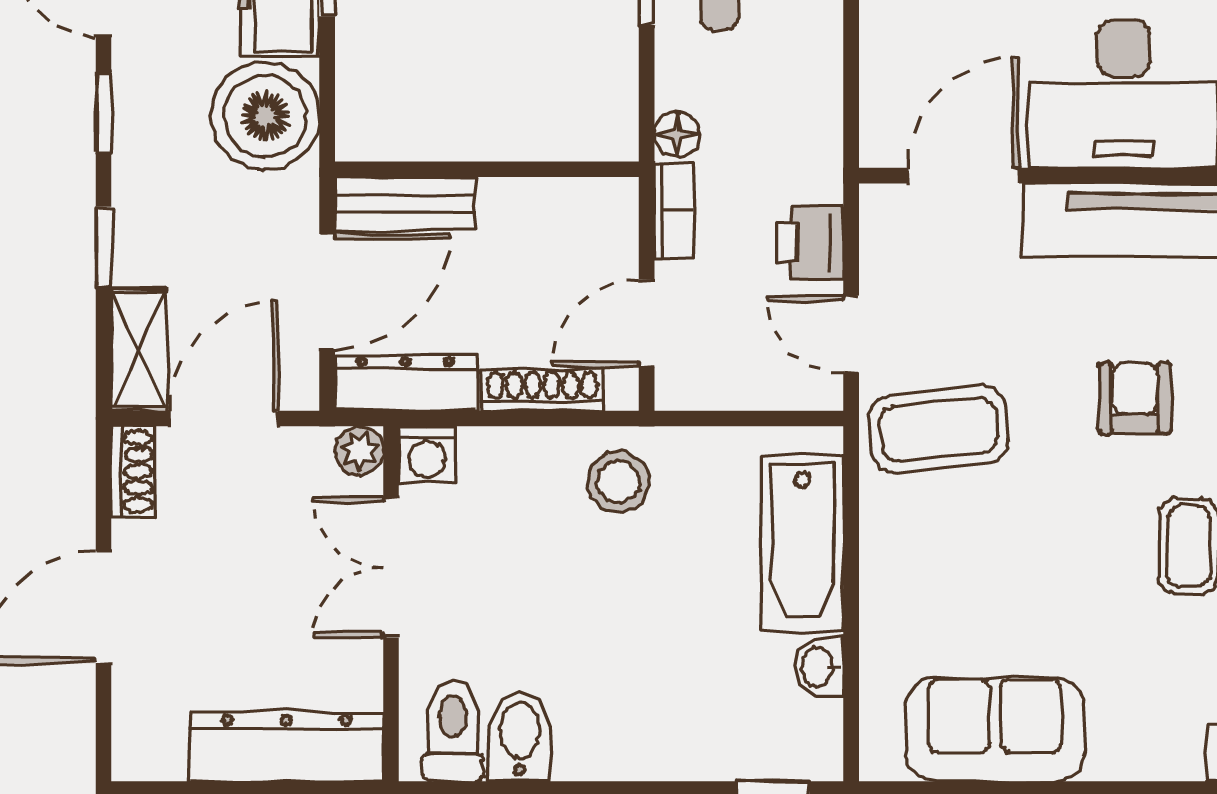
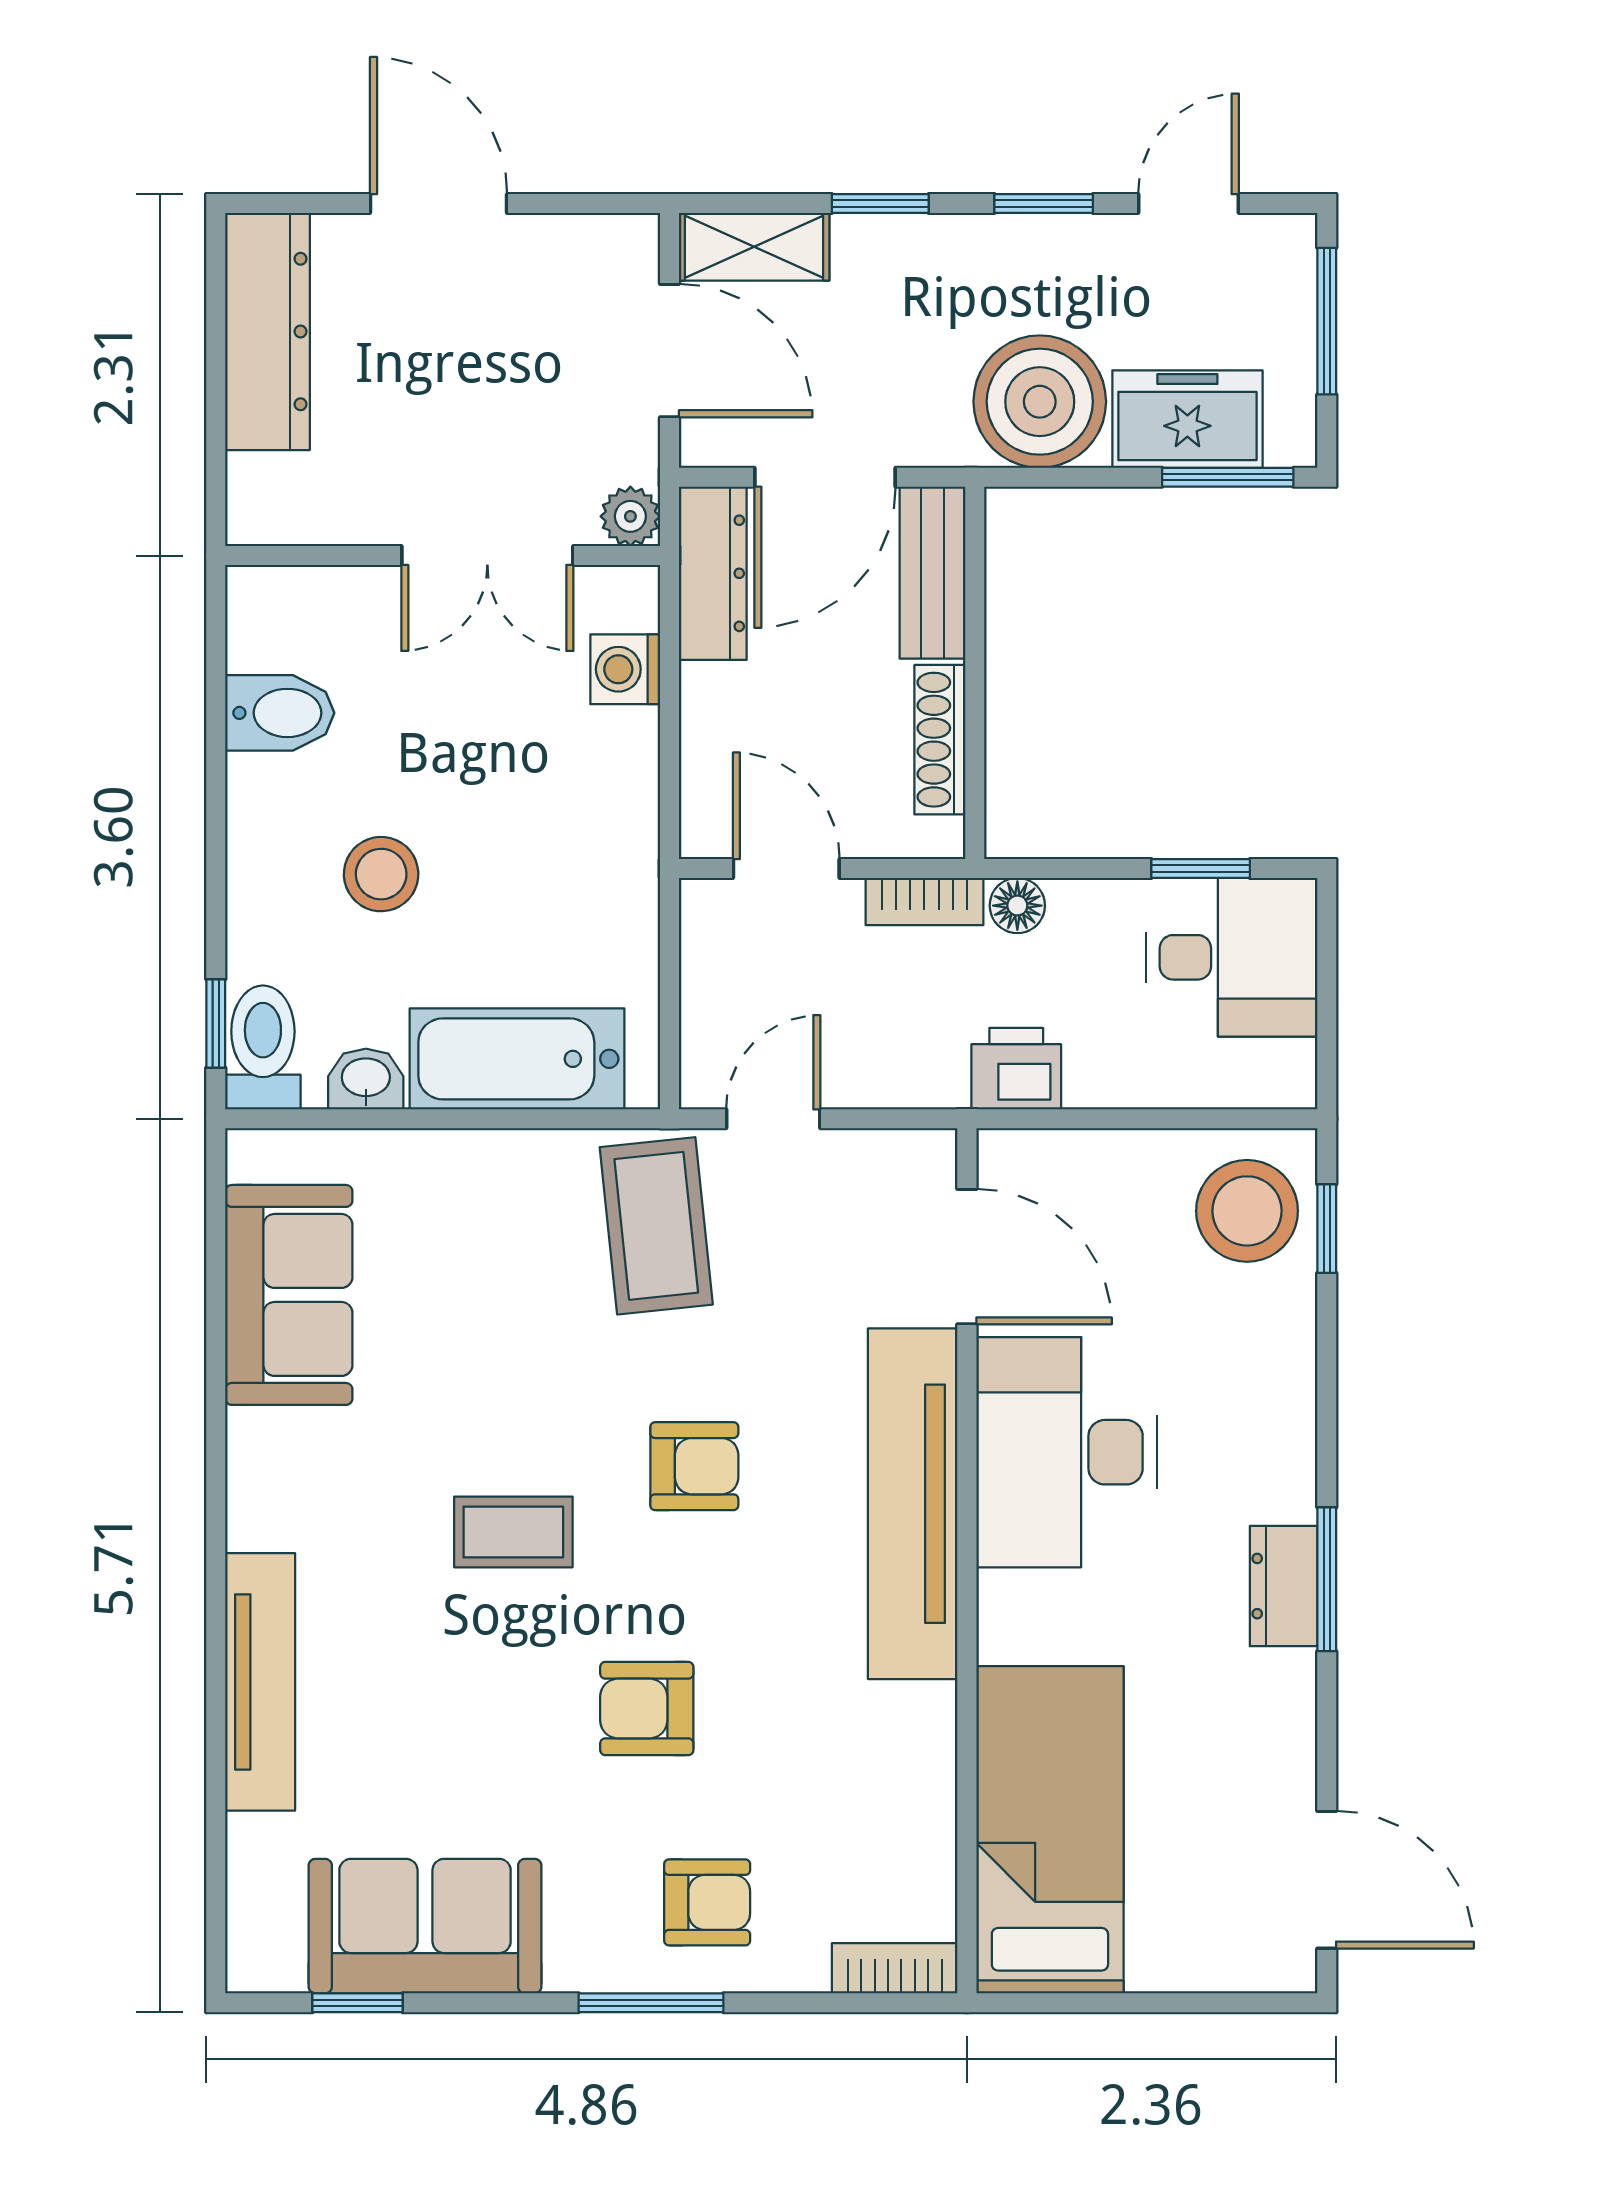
printer: (810, 243) -> (1016, 1069), moved
door: (327, 292) -> (825, 477), hinge flipped
shoe rack: (542, 390) -> (940, 740), moved, turned 180
washing machine: (427, 455) -> (625, 669), moved
shoe rack: (133, 471) -> (605, 240), removed
stool: (618, 482) -> (381, 874), moved
double door: (391, 567) -> (487, 556), swing flipped
toilet: (453, 731) -> (263, 1047), moved, turned -90
dresser: (287, 747) -> (268, 332), moved

